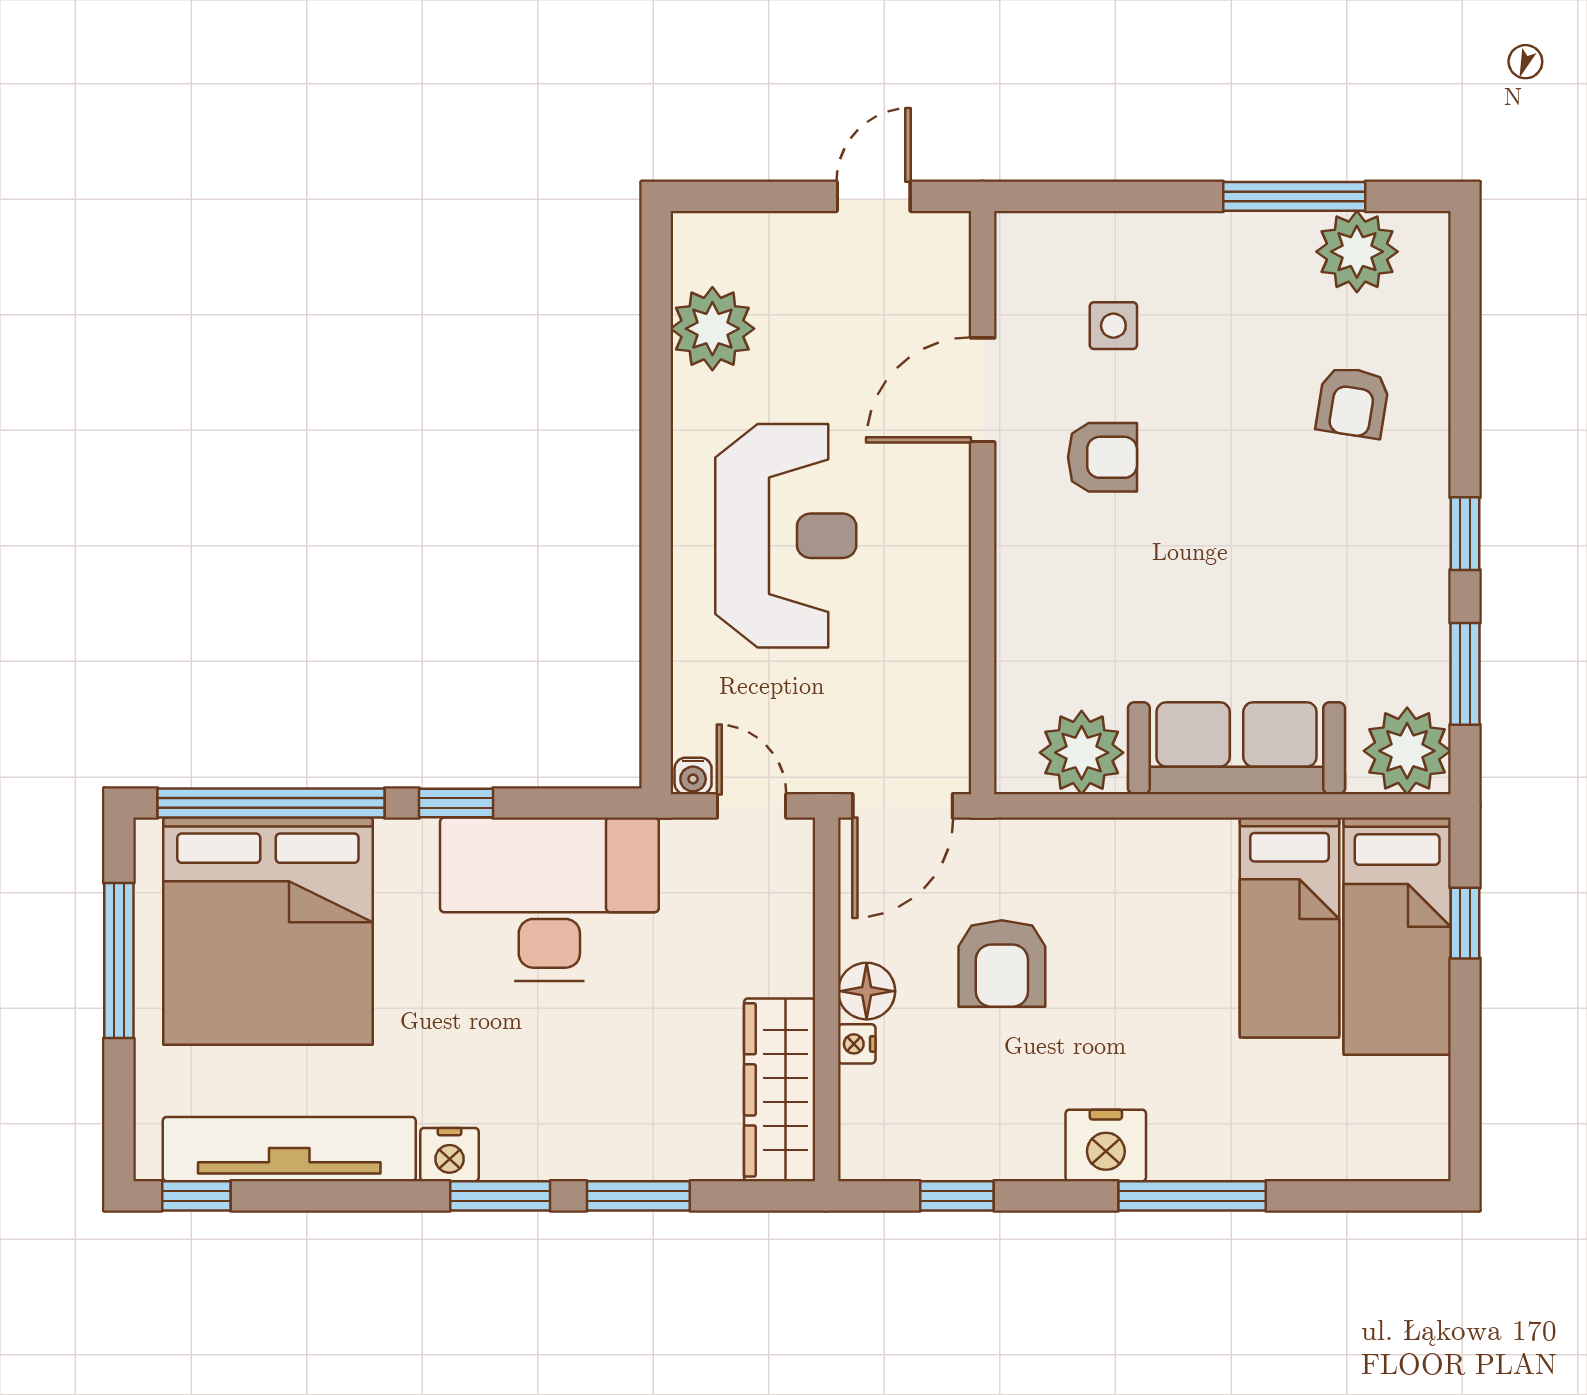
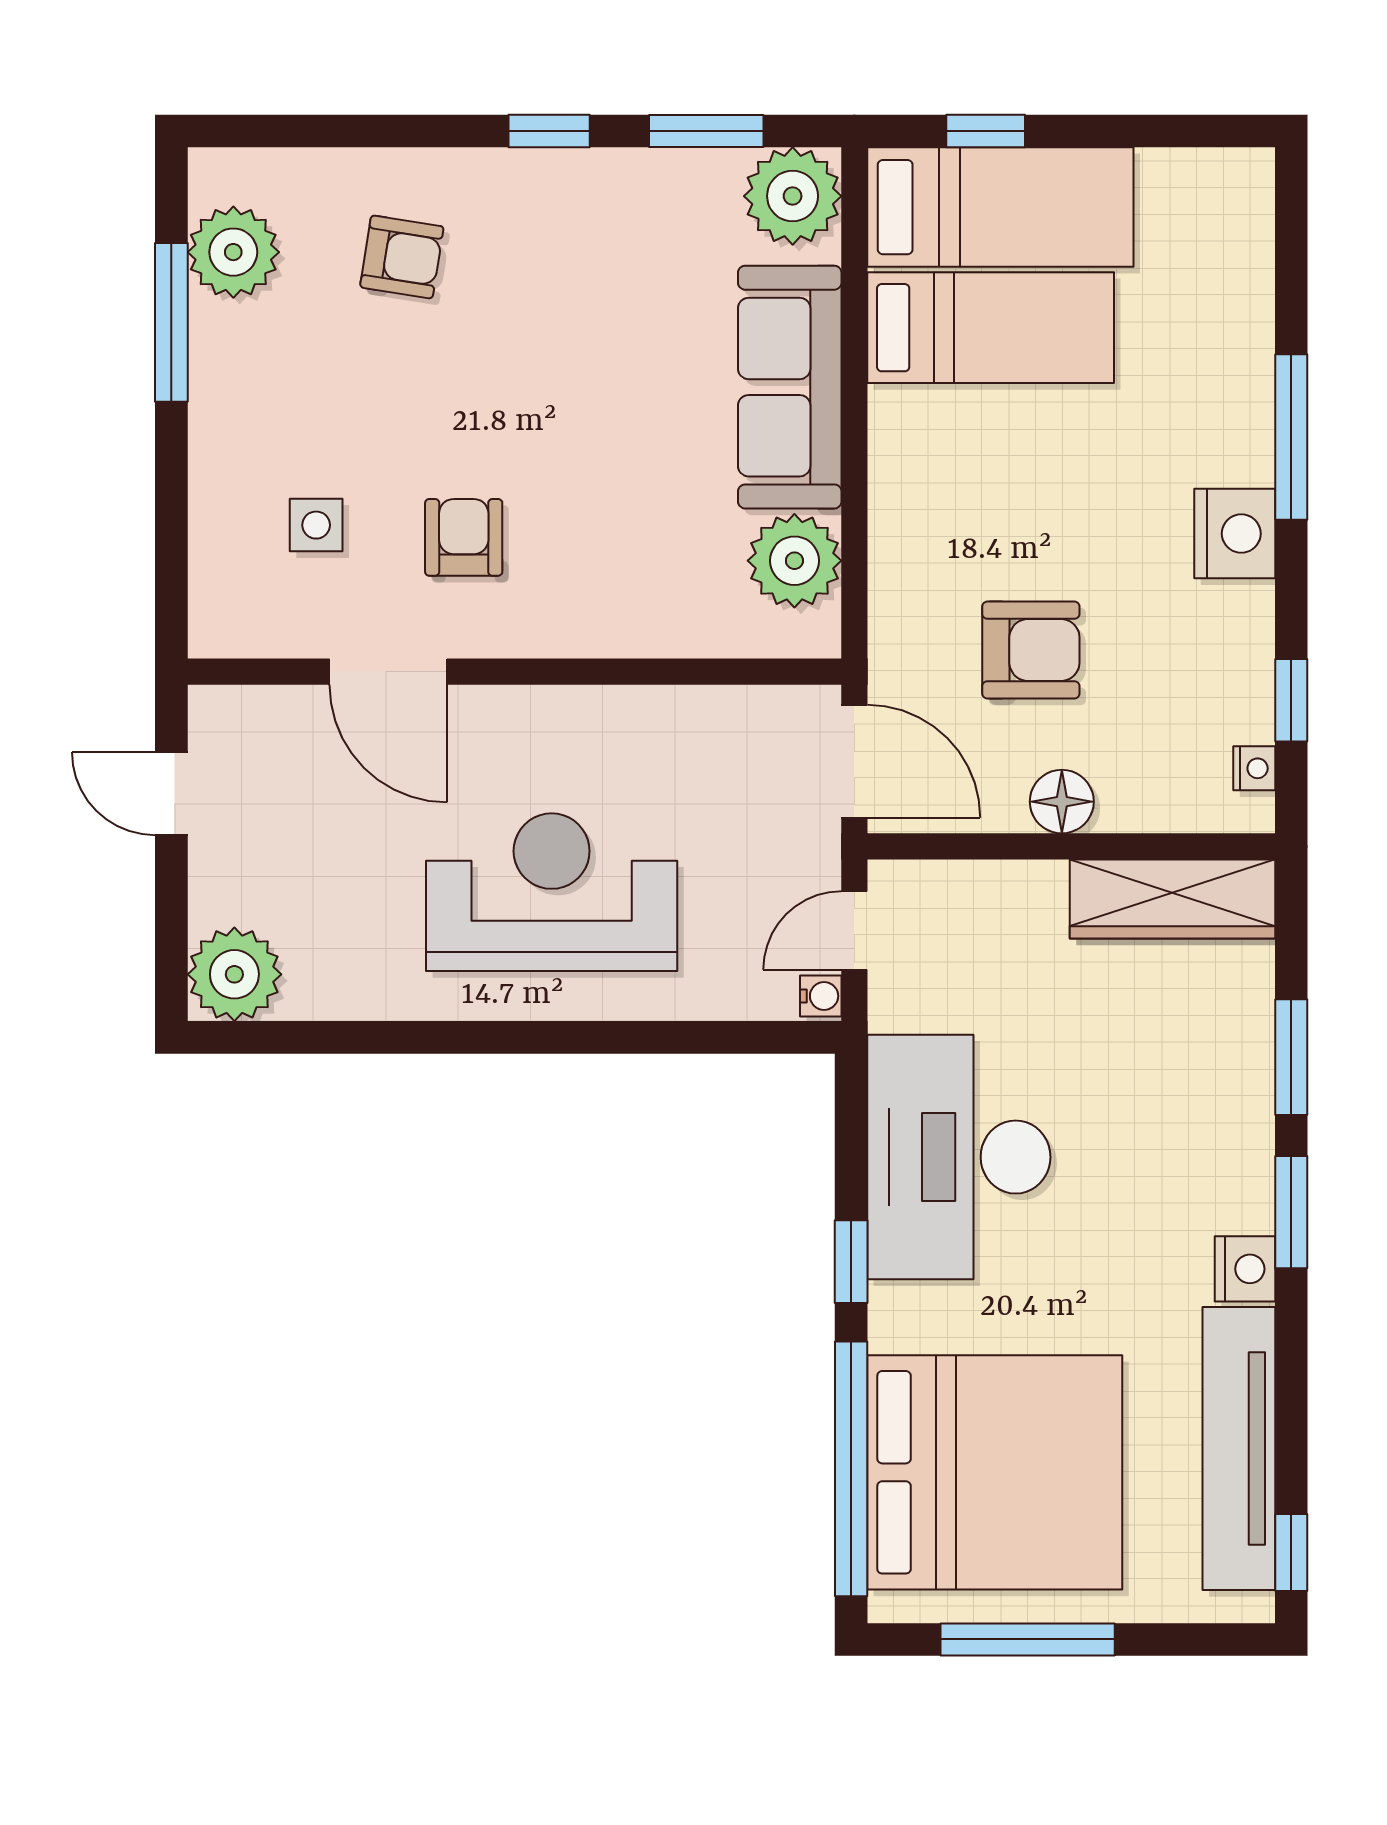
plant: (712, 329) -> (234, 974), moved
nightstand: (857, 1044) -> (1254, 768), moved, turned -90

